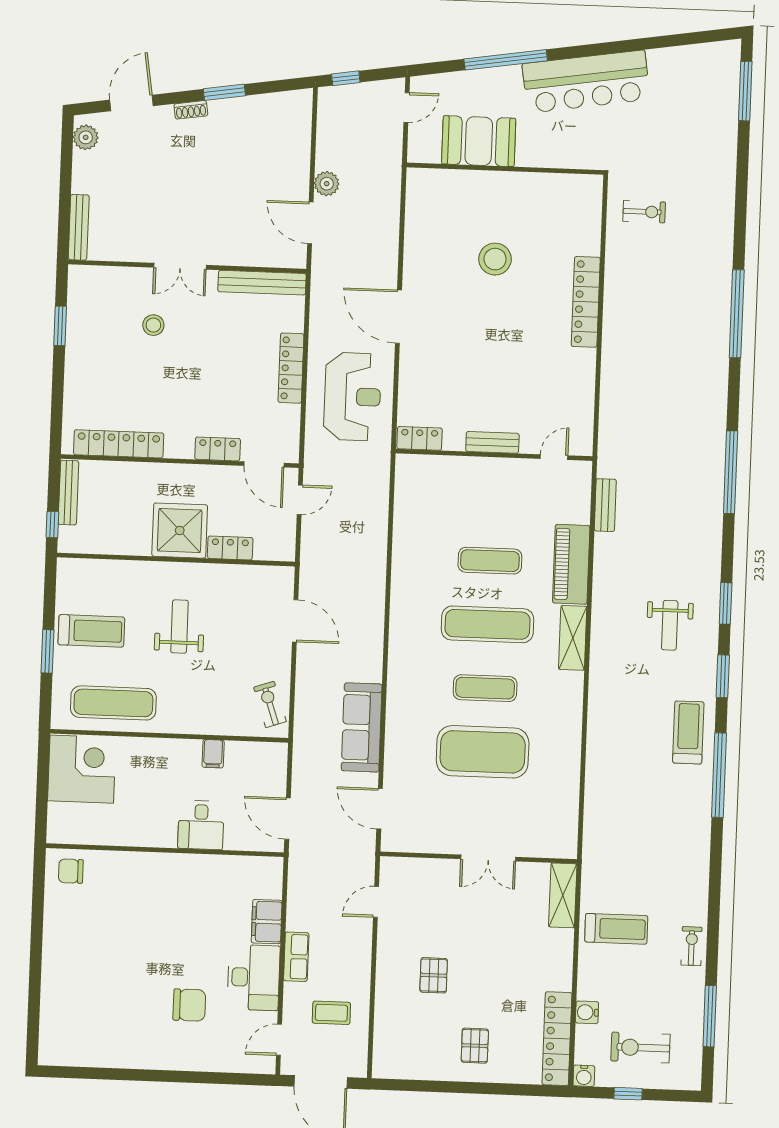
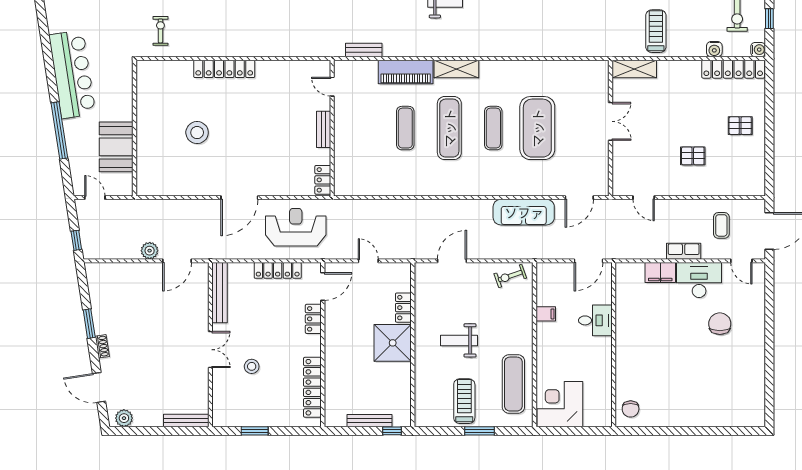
locker: (119, 444) -> (312, 387), moved
locker: (218, 449) -> (313, 319), moved
wall: (180, 461) -> (323, 345), moved
door: (264, 464) -> (323, 286), moved

